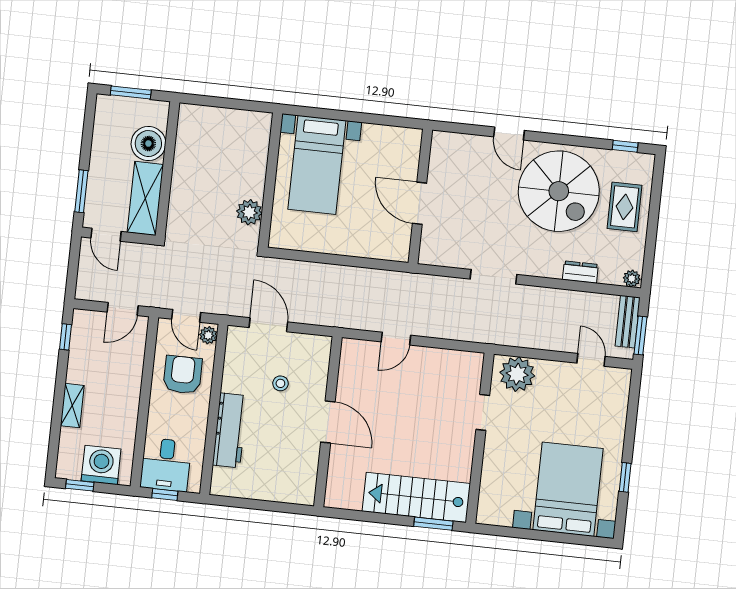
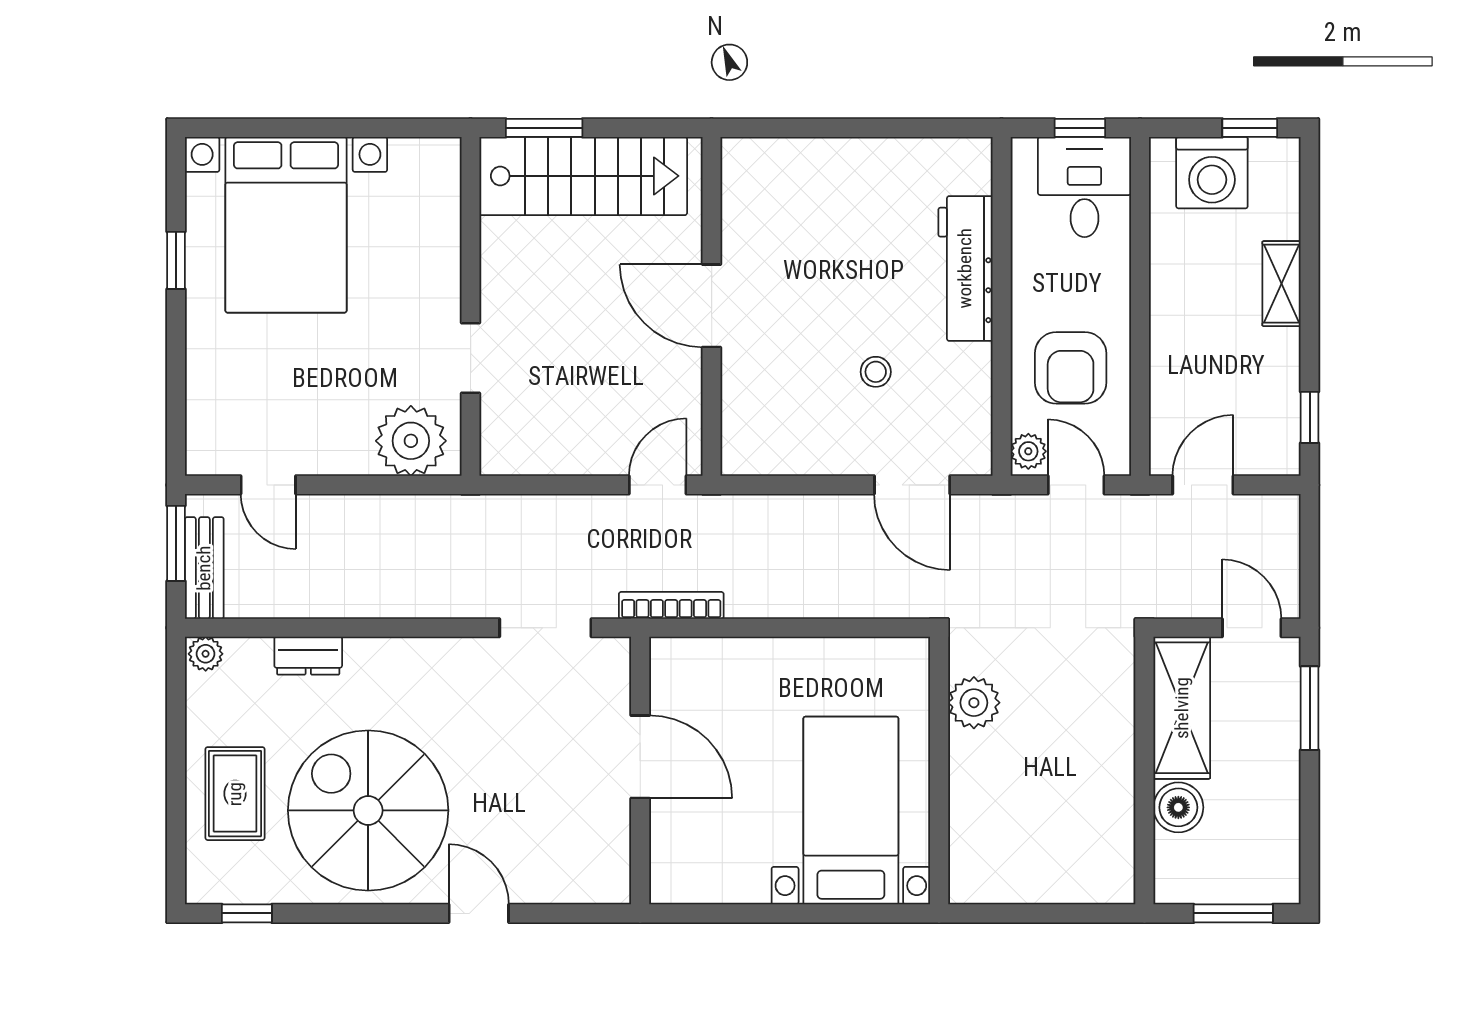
boiler: (148, 144) -> (1178, 807), width x0.73, depth x0.73
bookcase: (396, 277) -> (671, 605), added
doorway: (493, 277) -> (545, 628), moved
door: (328, 422) -> (712, 306), moved
wall: (328, 422) -> (712, 306), moved

